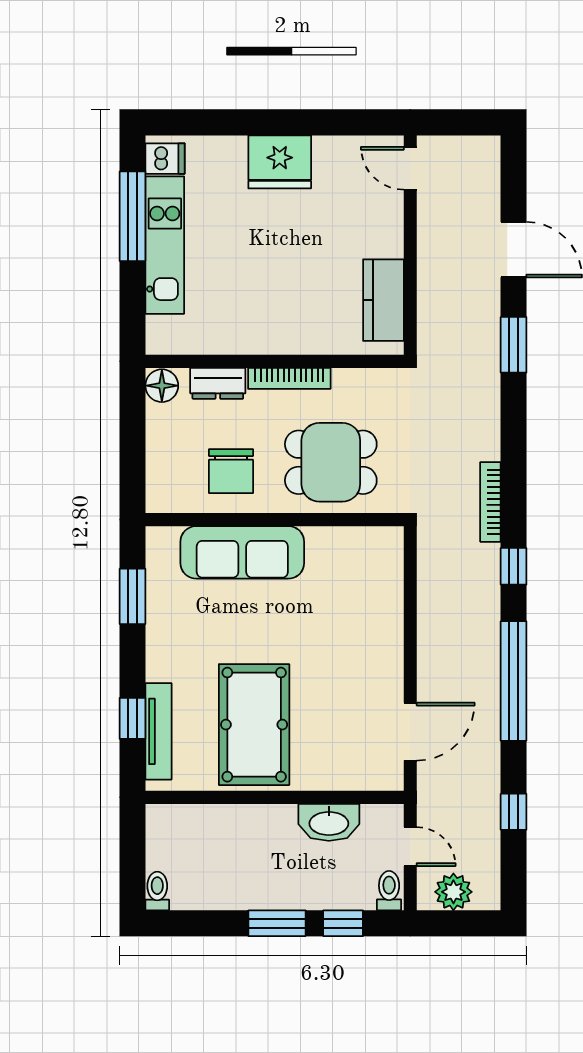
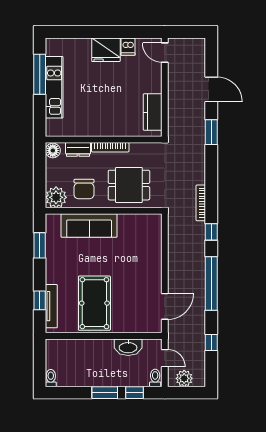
dishwasher: (165, 159) -> (128, 47), moved, turned 90
plant: (169, 490) -> (56, 197), added

